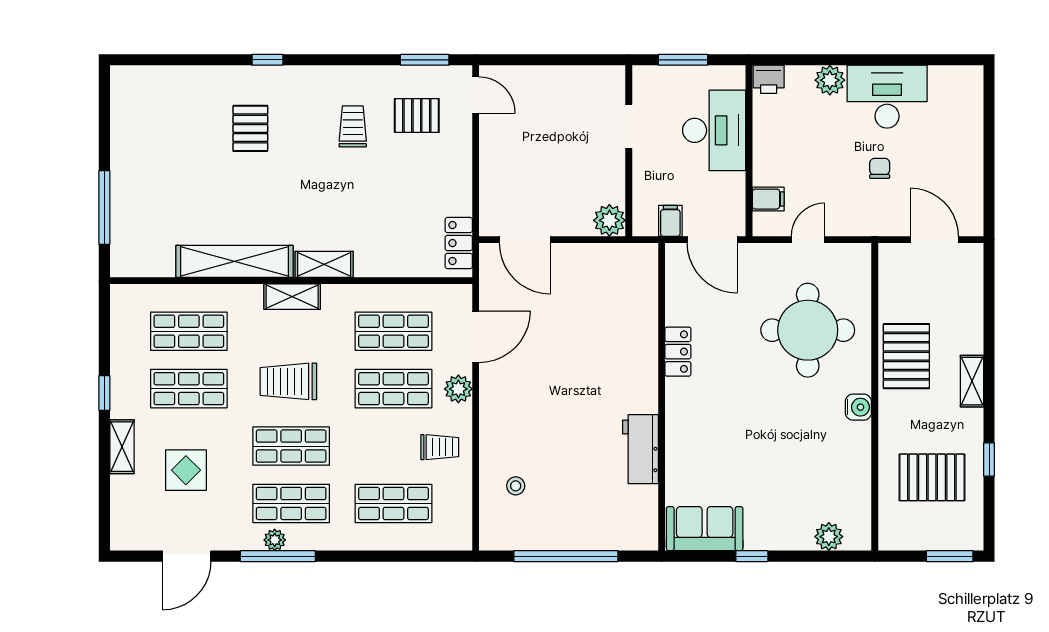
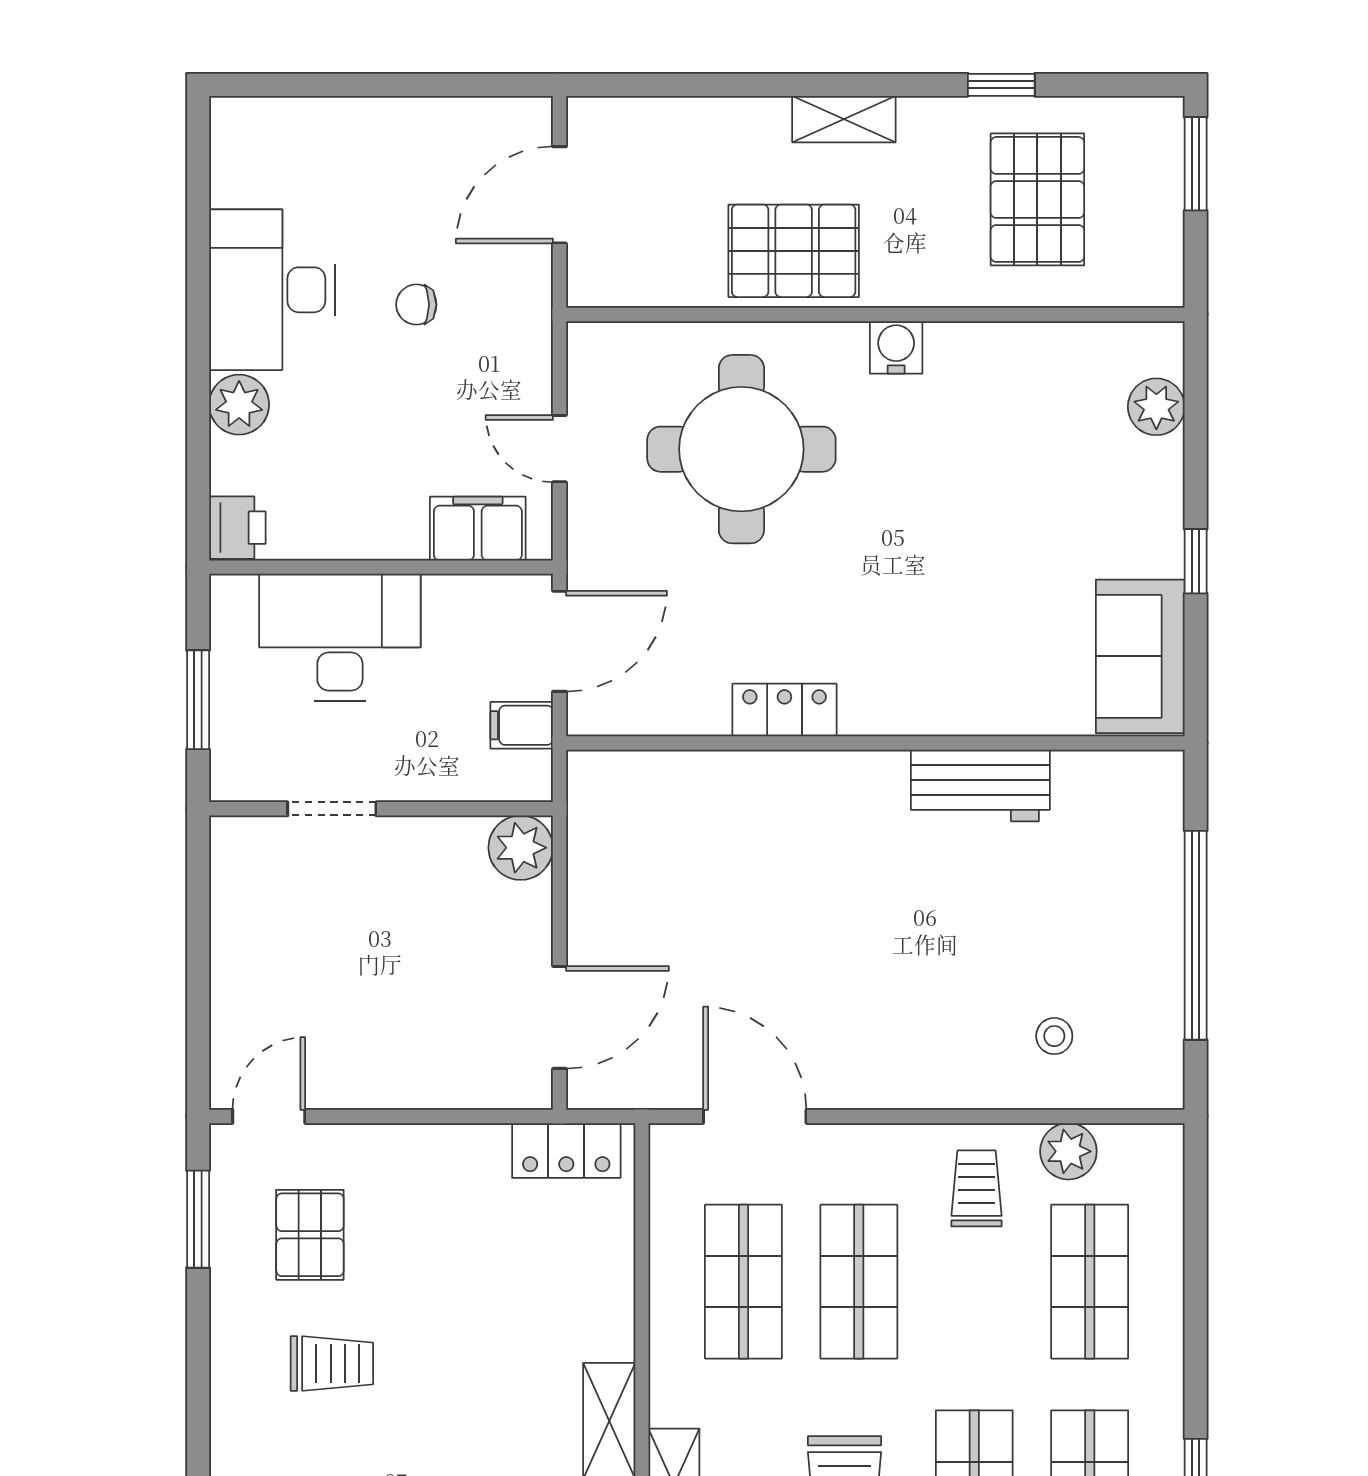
trolley: (353, 126) -> (332, 1363), turned 180
filing cabinet: (768, 199) -> (478, 529), width x2.00
plant: (458, 389) -> (1068, 1151), moved

